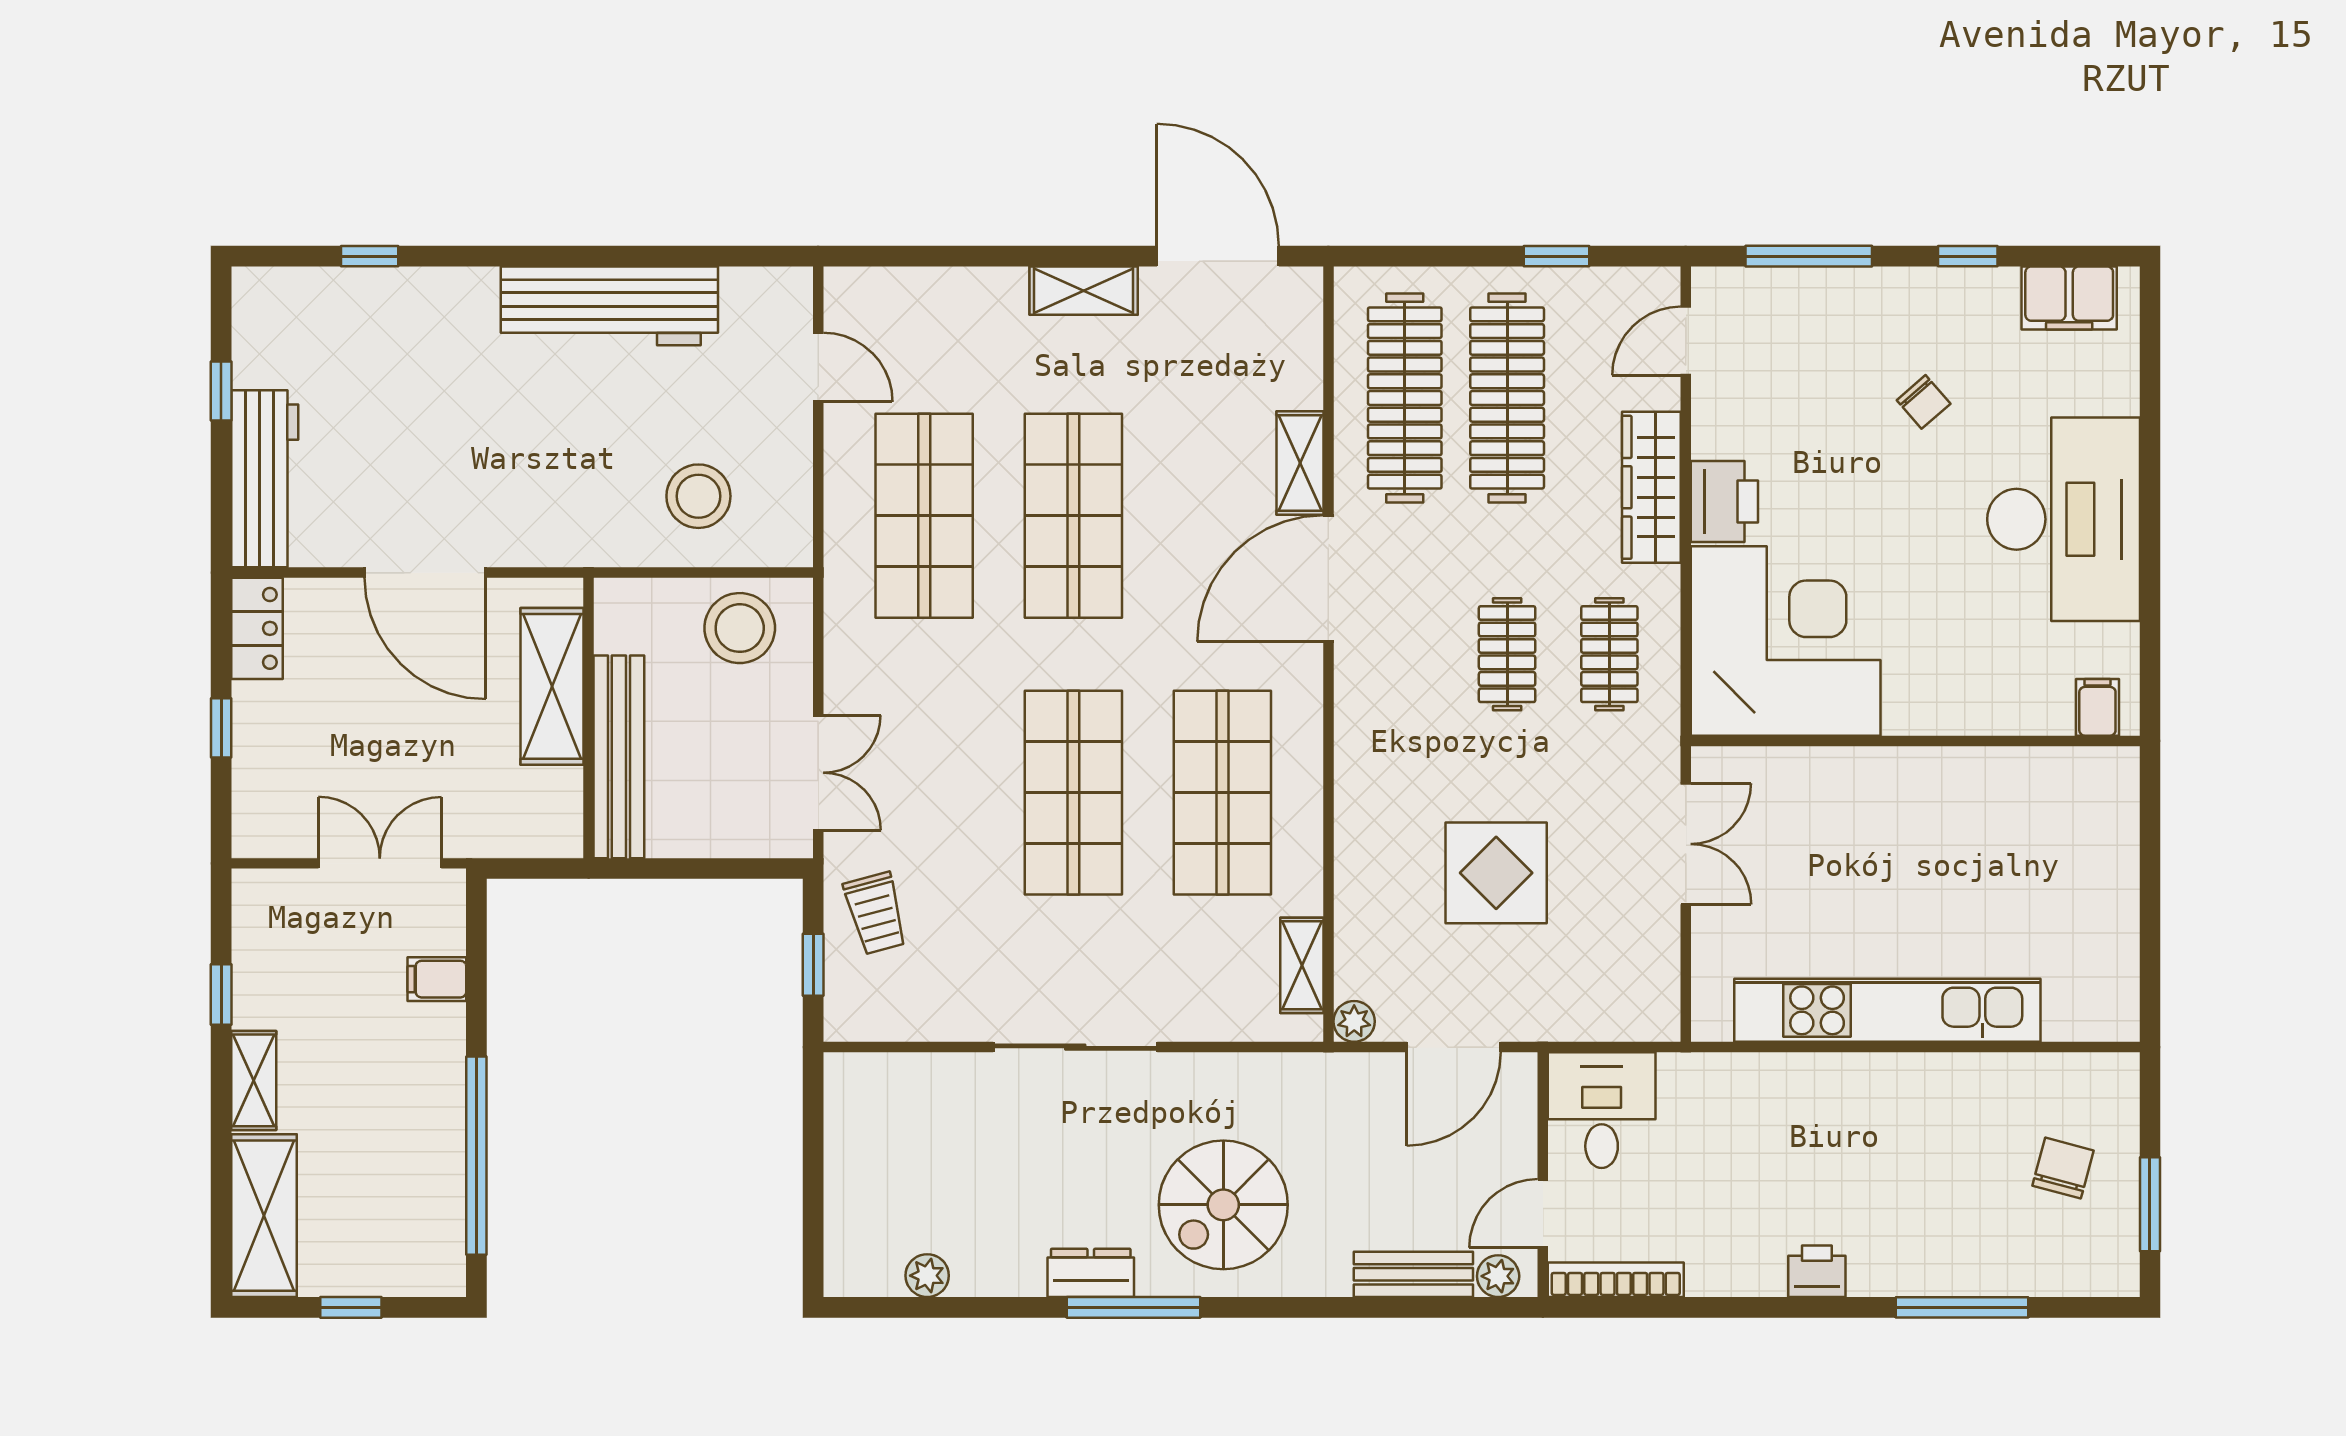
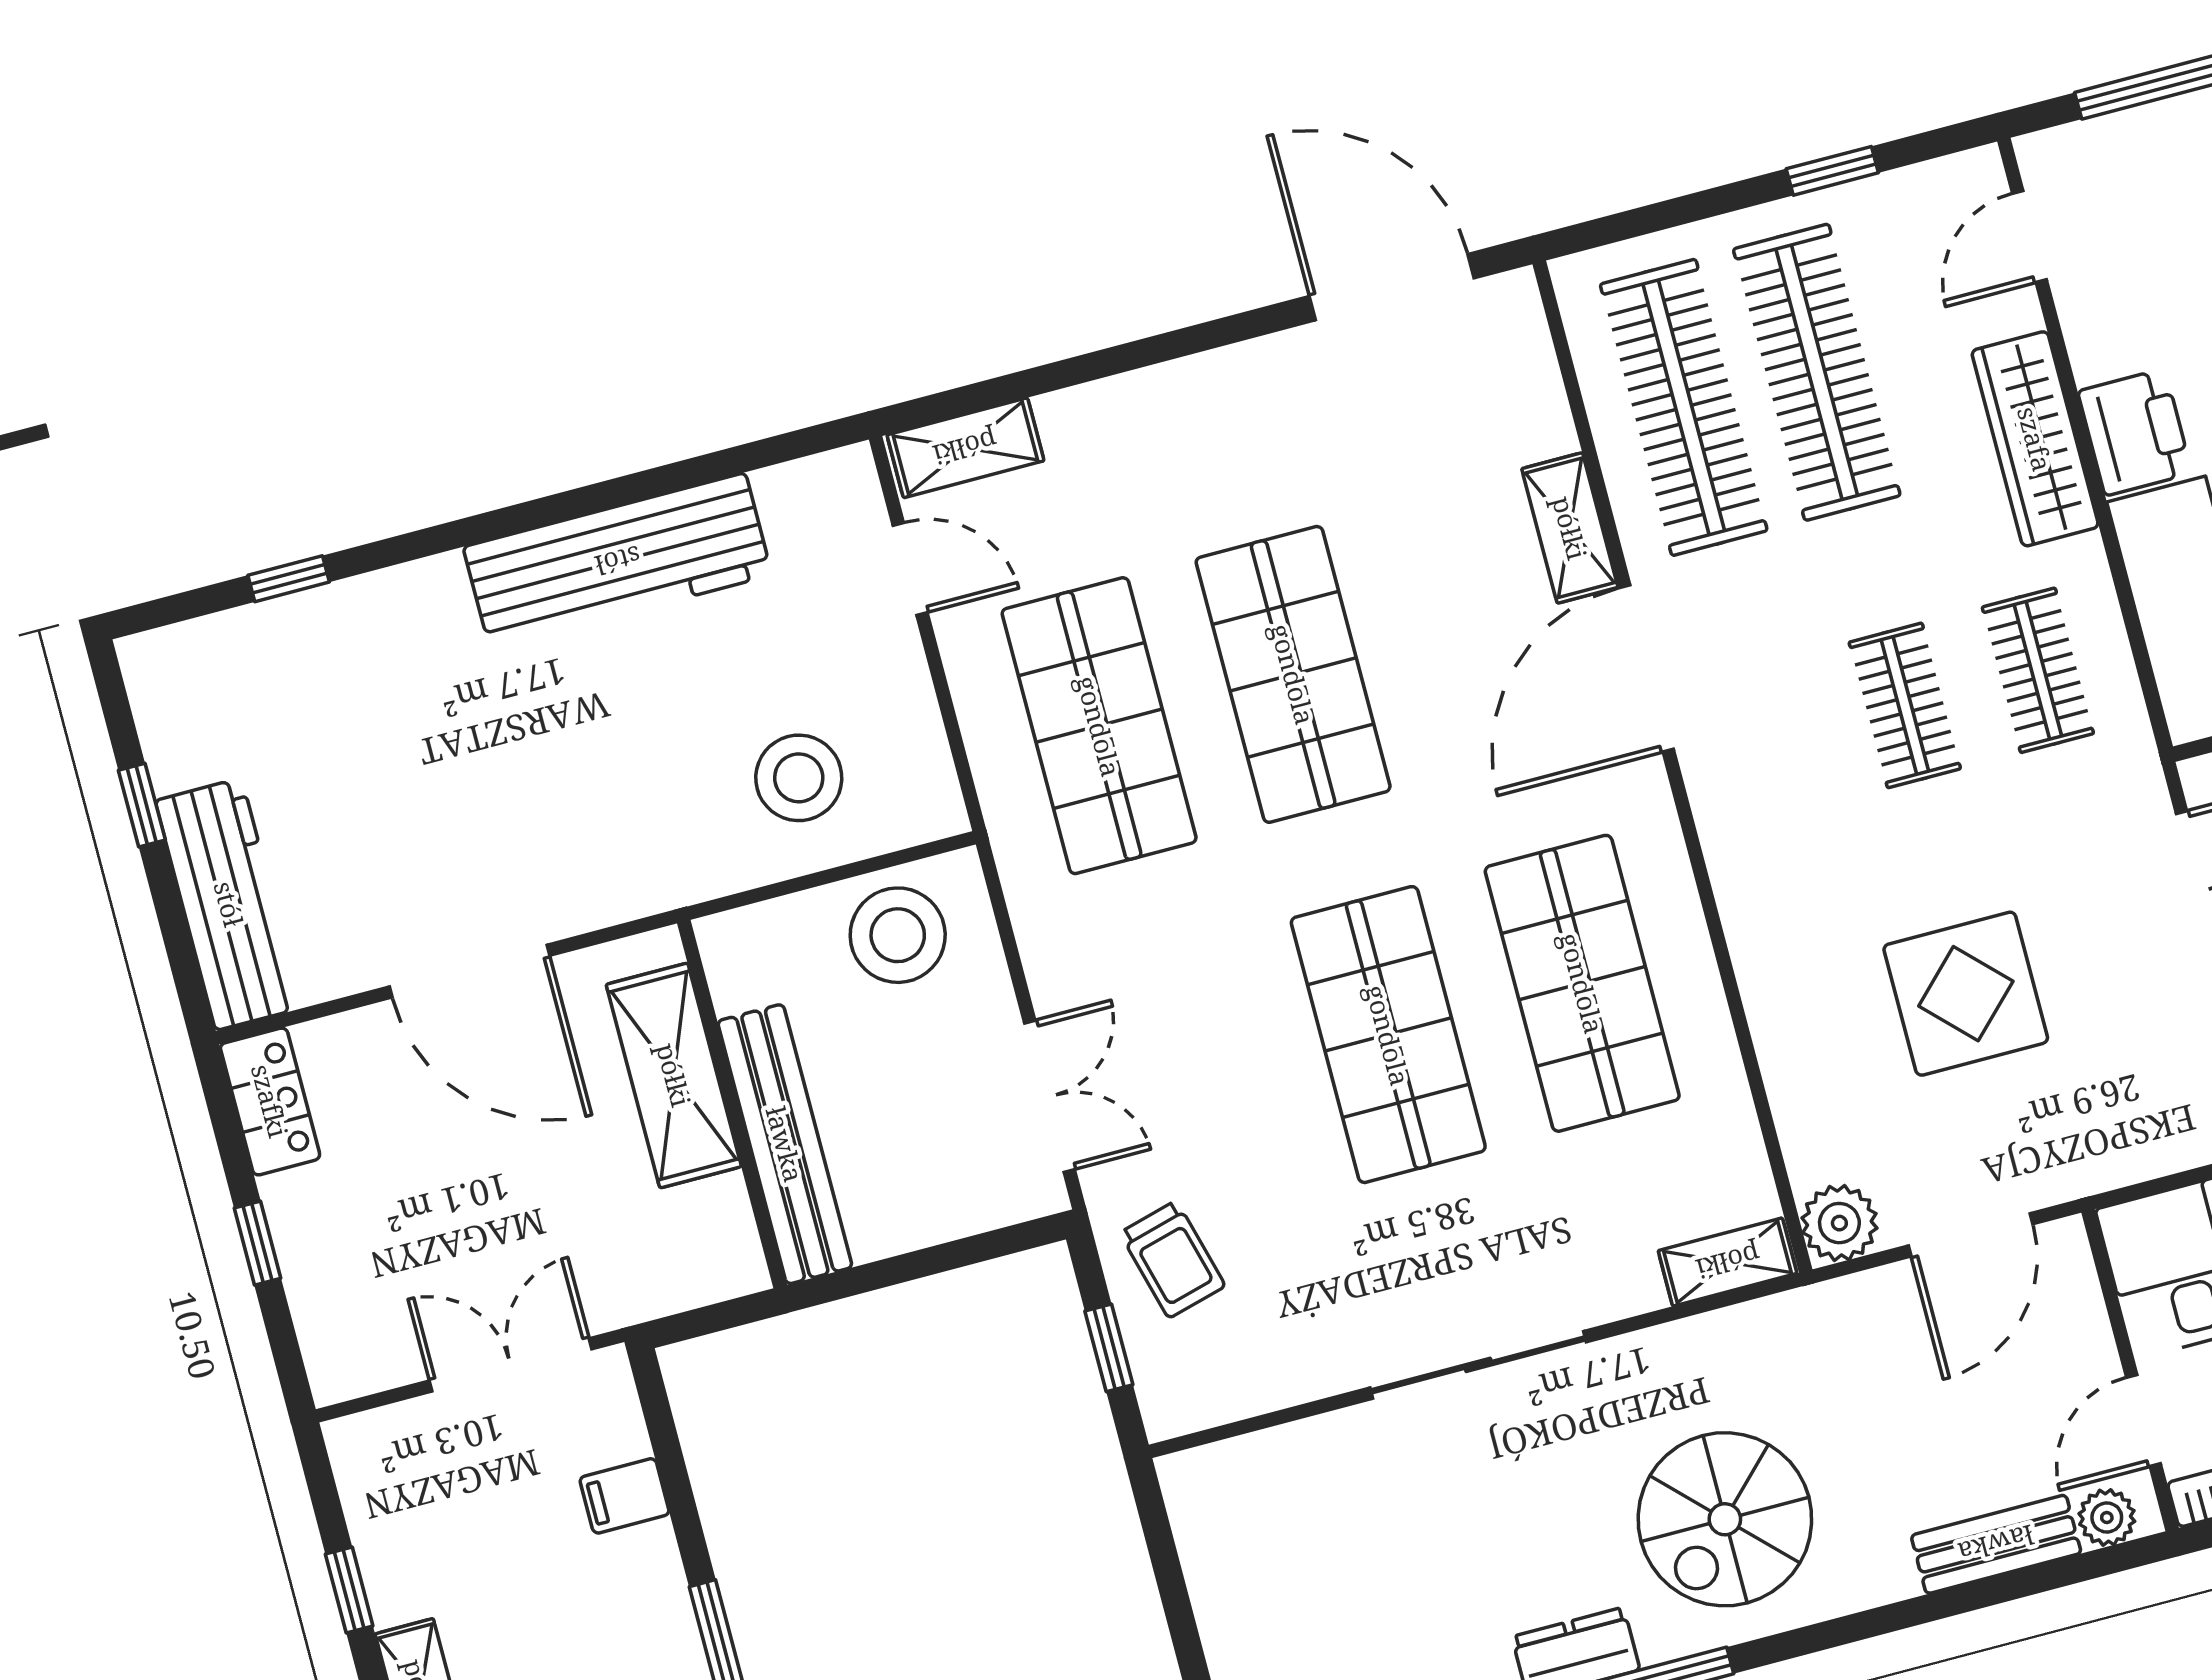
shelving: (1084, 291) -> (965, 448), moved
shelving: (1302, 965) -> (1728, 1262), moved, turned 90
plant: (1354, 1021) -> (1839, 1223), width x1.38, depth x1.38

